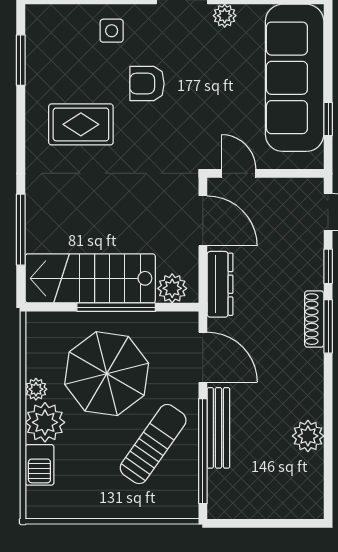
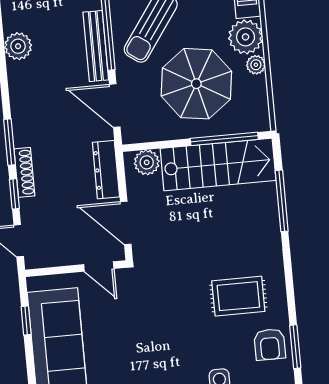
armchair: (147, 84) -> (270, 344), moved, turned 90
window: (116, 307) -> (224, 139), moved
shoe rack: (314, 319) -> (24, 172), moved

